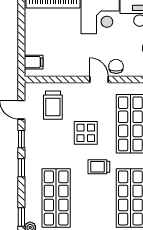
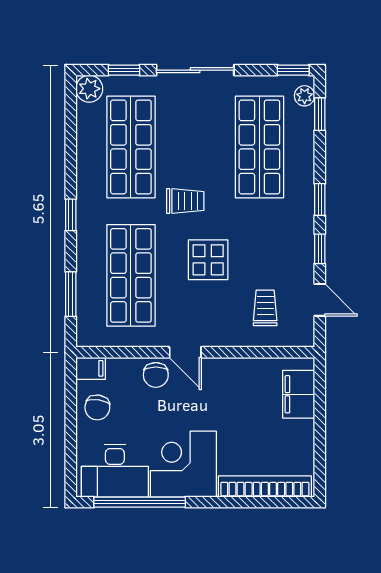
filing cabinet: (34, 62) -> (299, 394), width x2.00
trolley: (53, 105) -> (265, 308), width x0.73, depth x0.72

